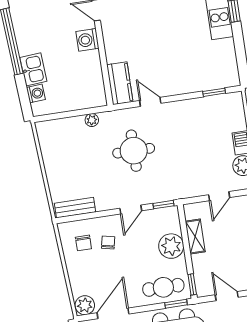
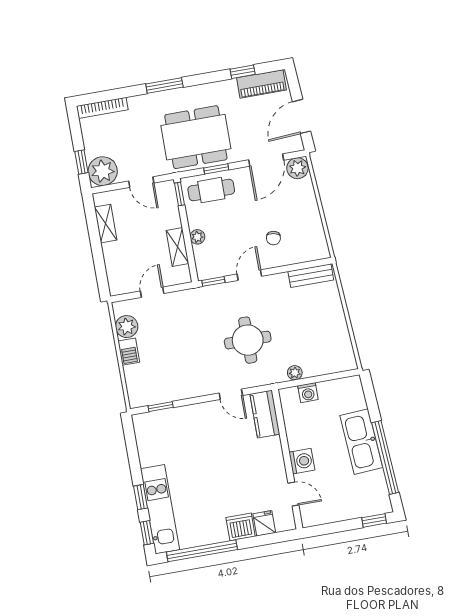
kitchen sink: (33, 69) -> (361, 442), width x1.87, depth x1.24
washing machine: (36, 93) -> (308, 393), moved, turned -86
chair: (83, 243) -> (301, 237), removed
plant: (171, 246) -> (197, 237), width x0.53, depth x0.53
window: (176, 304) -> (216, 169), moved

